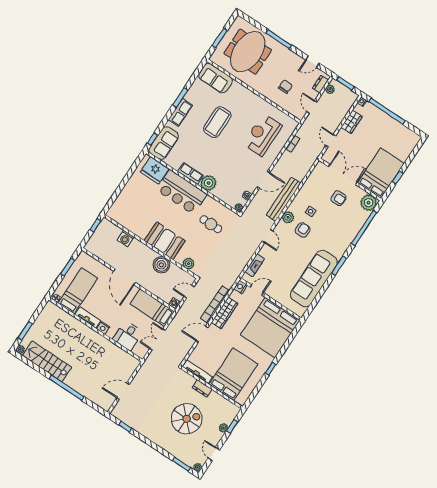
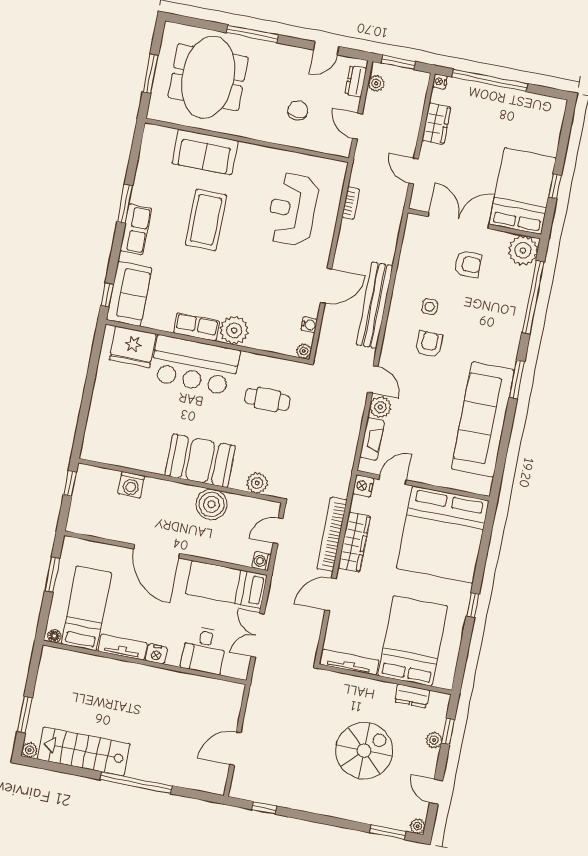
sofa: (215, 78) -> (205, 152), moved
plant: (288, 217) -> (380, 407), moved
dresser: (202, 388) -> (412, 696), moved

